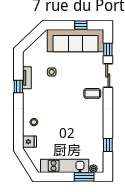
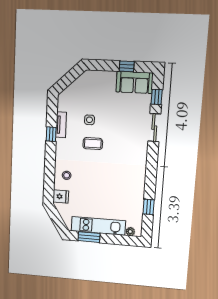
sofa: (75, 41) -> (134, 82), width x0.54, depth x0.79
coffee table: (92, 93) -> (93, 144), moved
window: (84, 177) -> (89, 237), moved

